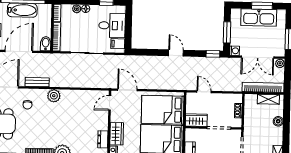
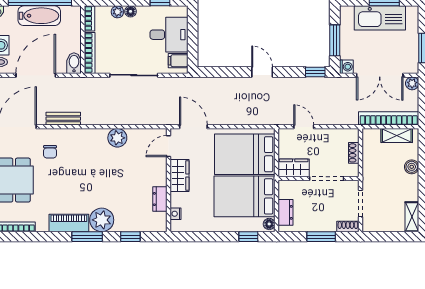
plant: (54, 96) -> (117, 138), moved
wardrobe: (117, 134) -> (179, 175), moved

